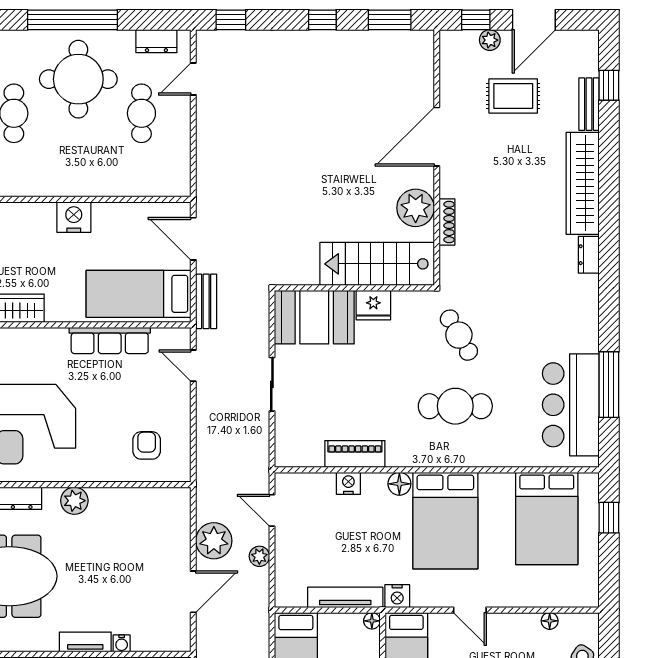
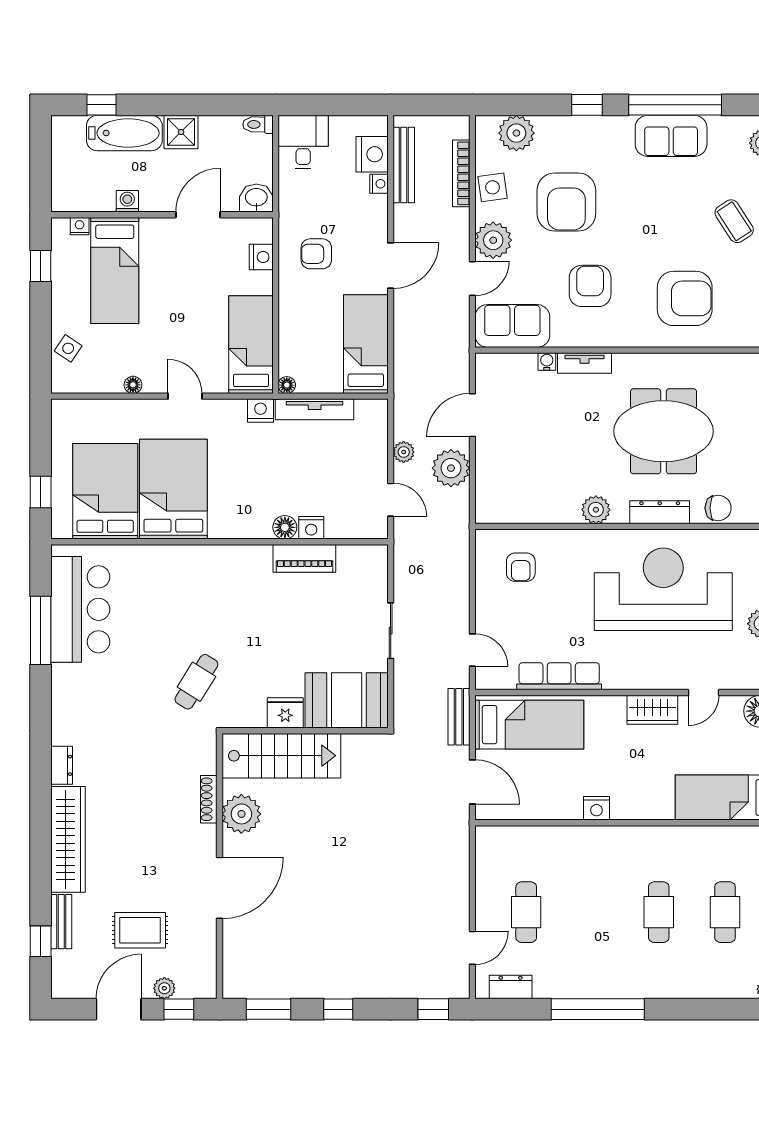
round table: (78, 79) -> (592, 948), removed
nightstand: (74, 217) -> (596, 808), width x0.74, depth x0.75
cafe table: (459, 335) -> (196, 682), turned 62
cafe table: (455, 406) -> (200, 608), removed
floor lamp: (399, 484) -> (285, 527), moved
bed: (445, 521) -> (173, 489), moved
floor lamp: (550, 621) -> (133, 385), moved

